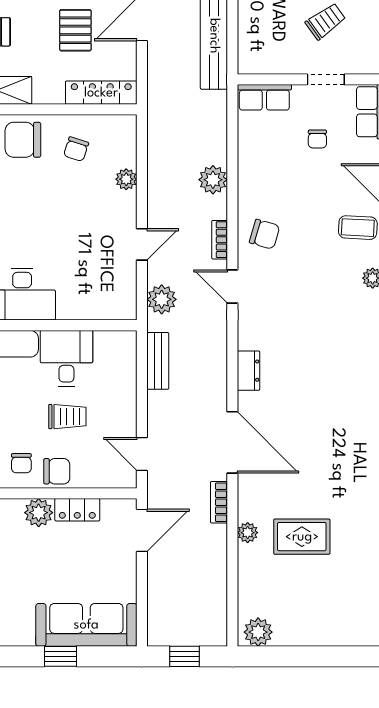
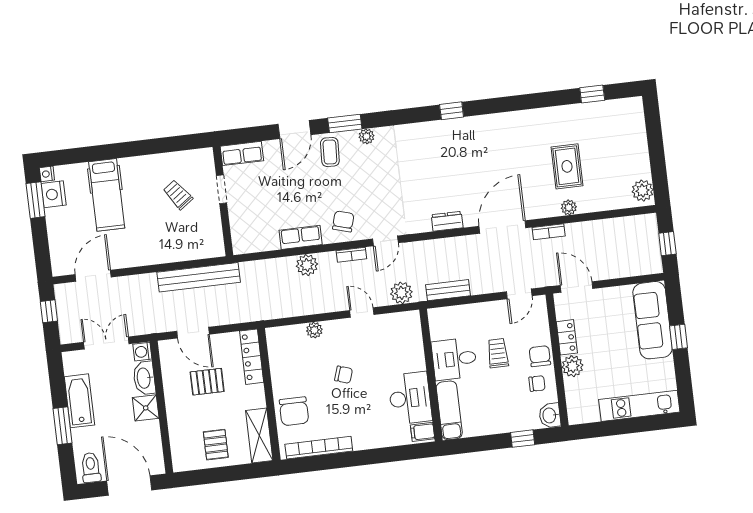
row of seats: (264, 97) -> (301, 237), moved, turned -90
chair: (317, 139) -> (267, 190), removed
chair: (76, 149) -> (344, 375), moved

